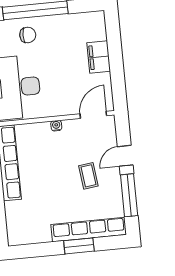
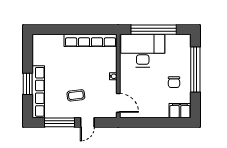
chair: (28, 35) -> (174, 82), moved
filing cabinet: (99, 57) -> (180, 111), moved
door: (125, 156) -> (87, 122), swing flipped

